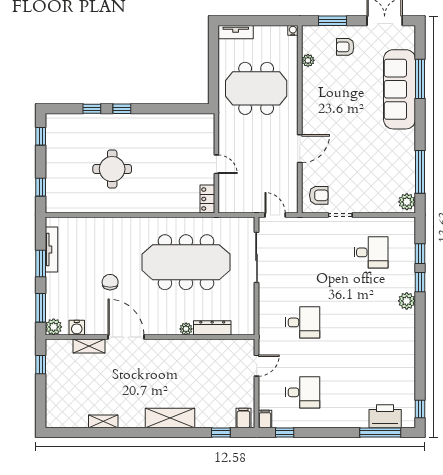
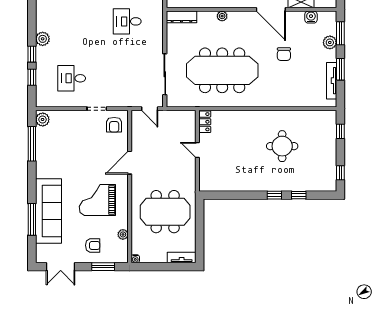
grand piano: (339, 103) -> (97, 200), added
armchair: (319, 195) -> (114, 125), turned -90
plant: (54, 327) -> (330, 42), moved
dresser: (212, 328) -> (181, 17), moved

